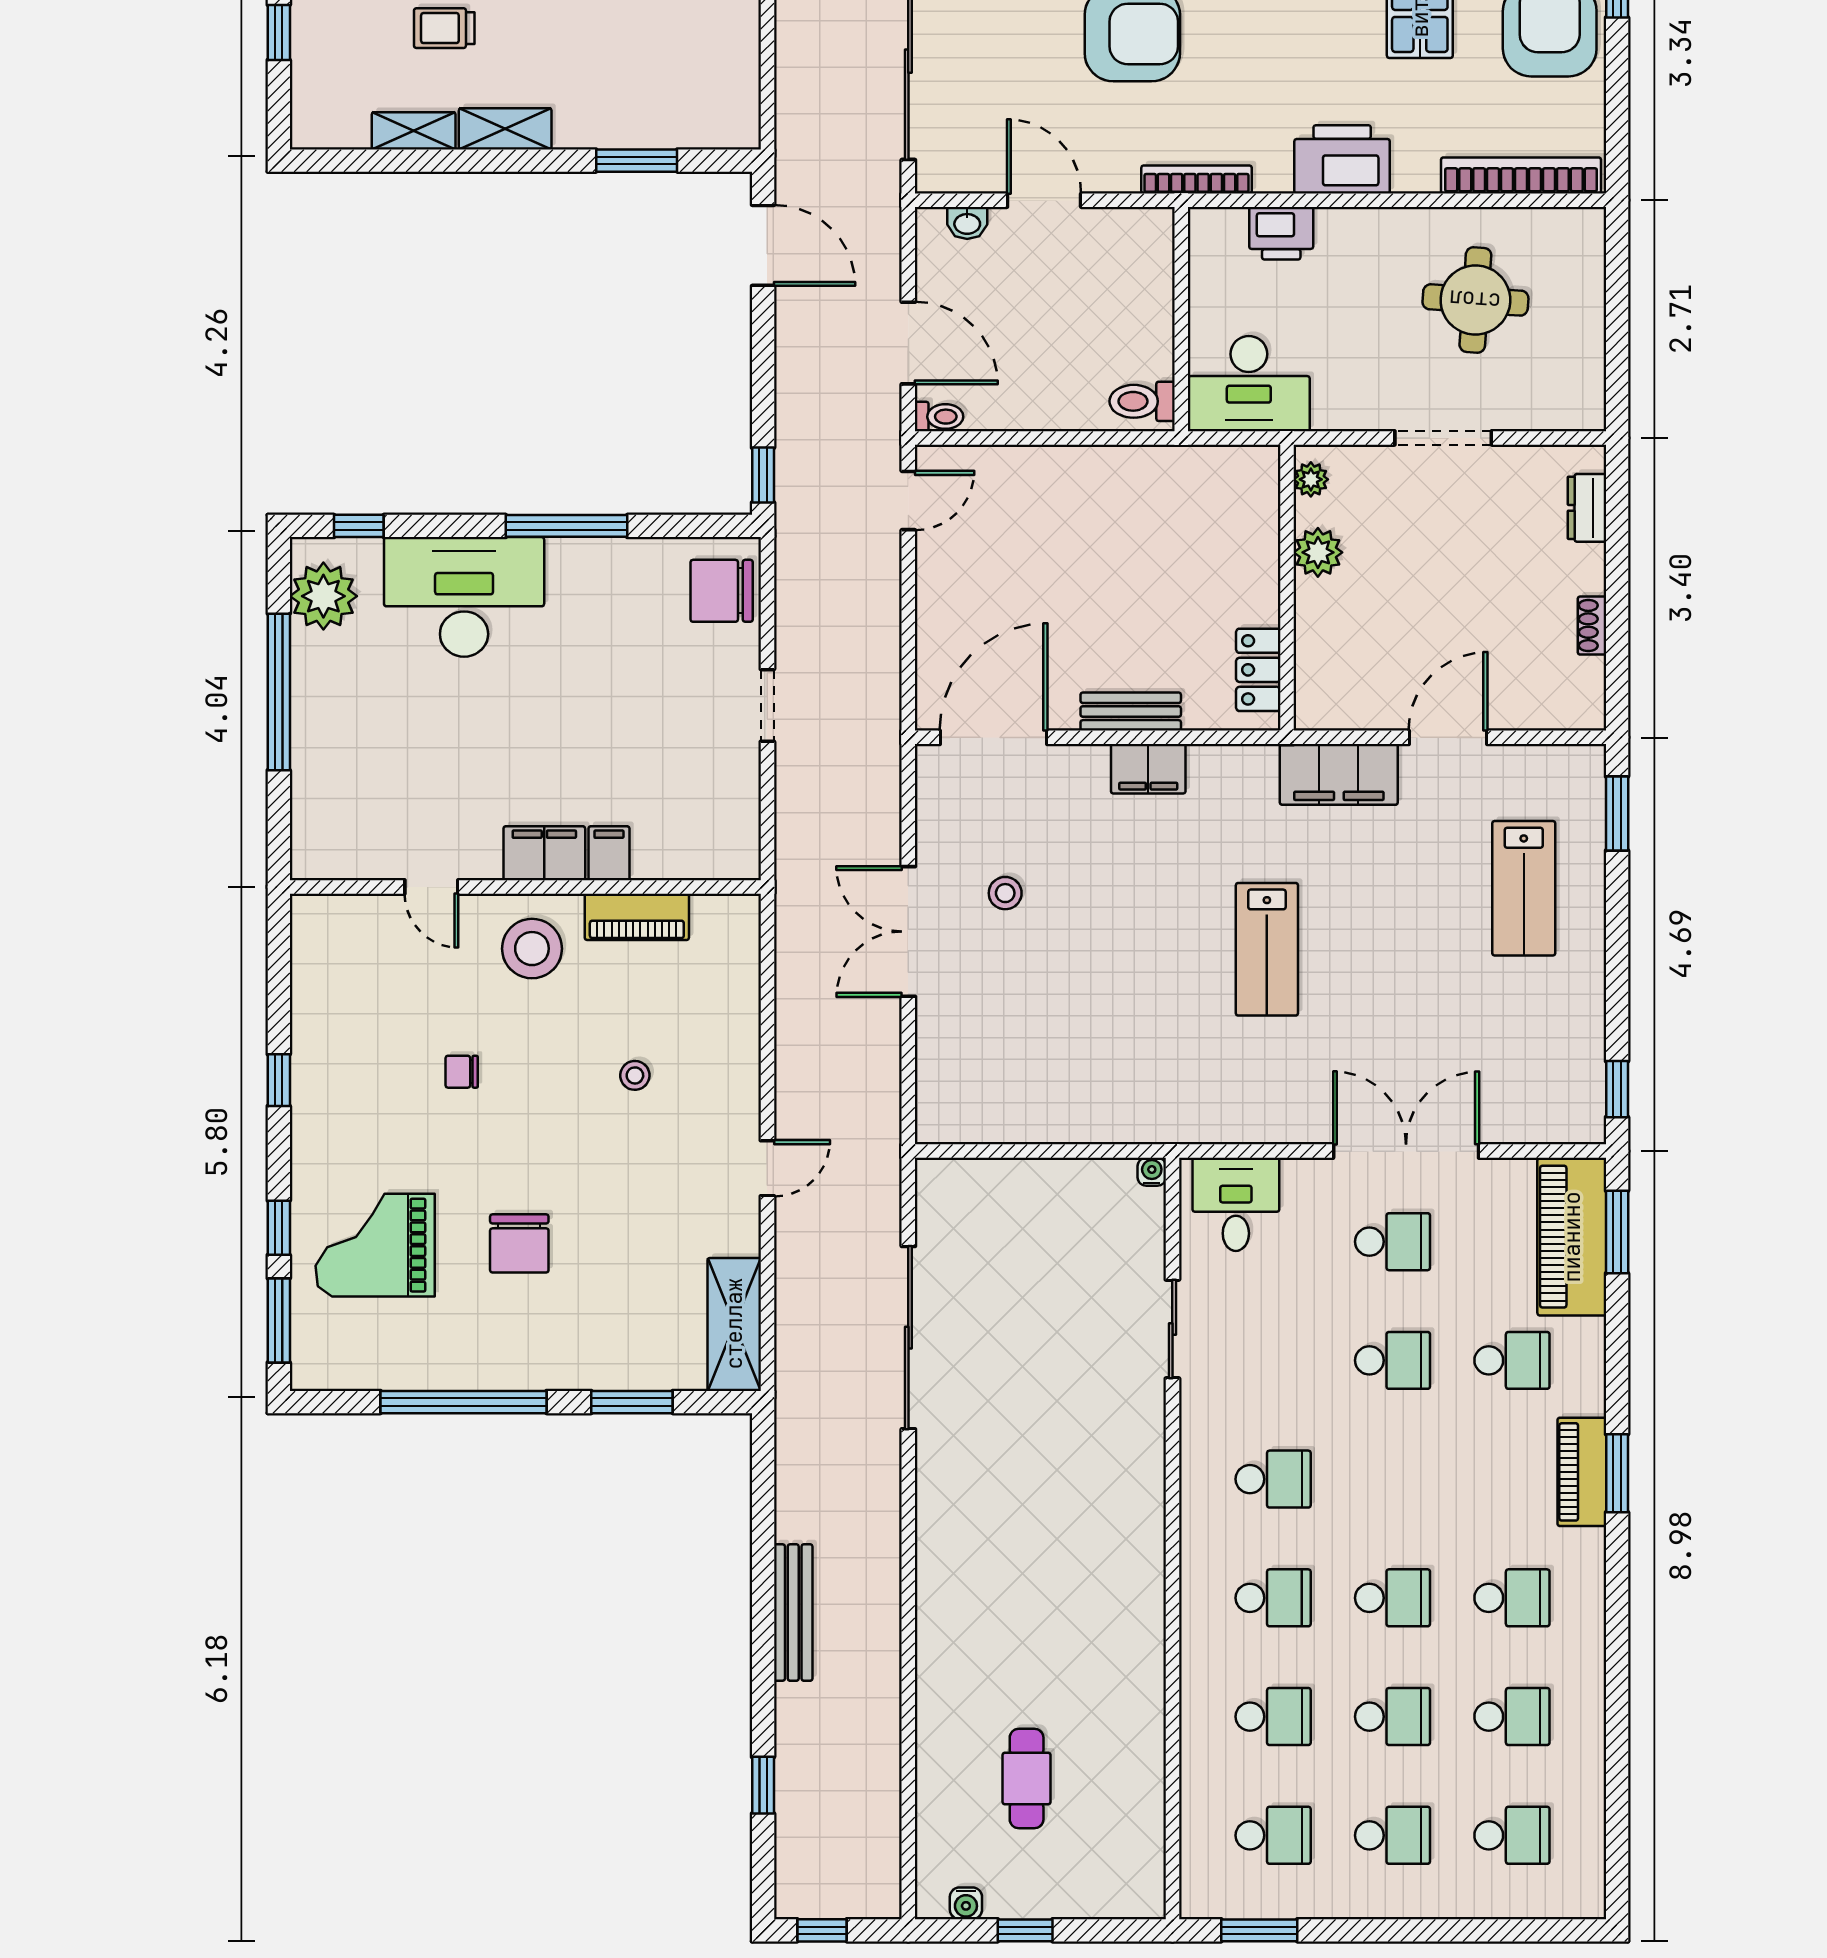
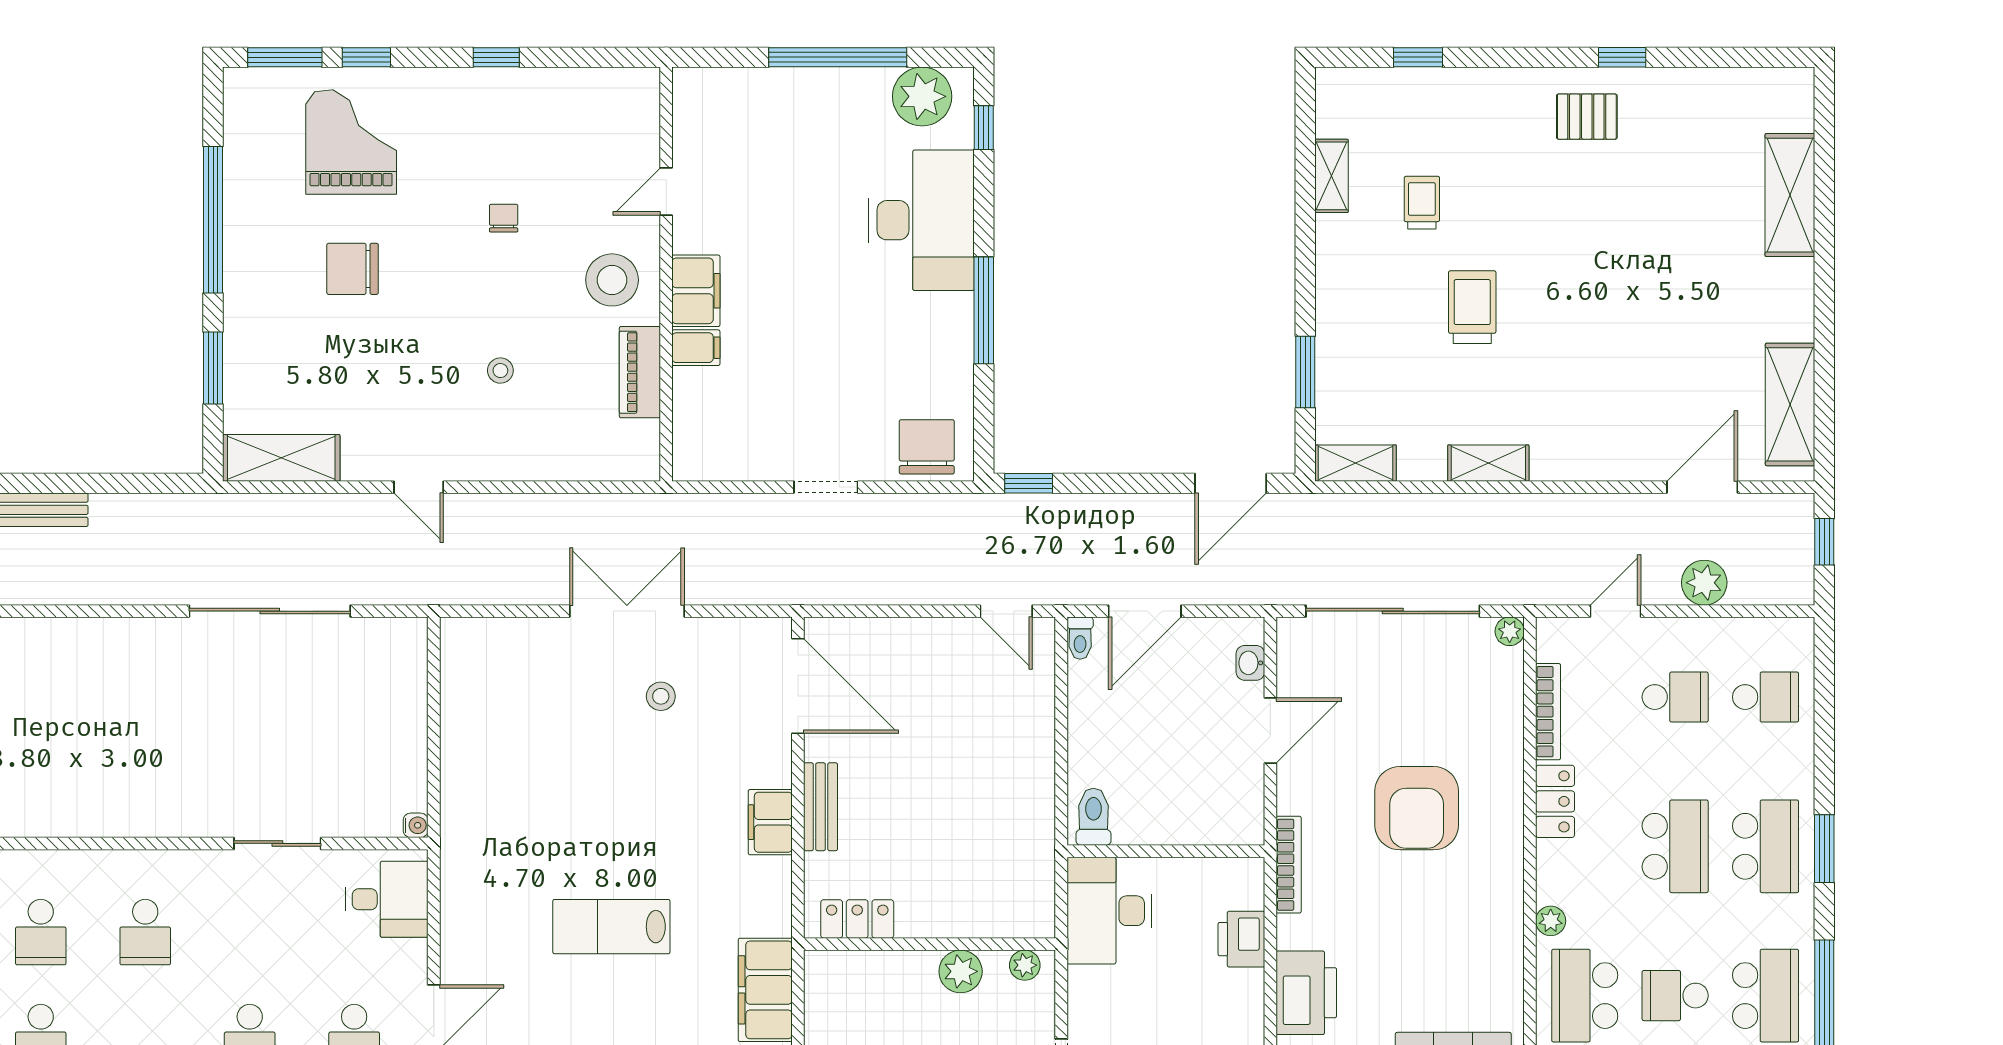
shelving: (505, 129) -> (1356, 463), moved, turned 90

